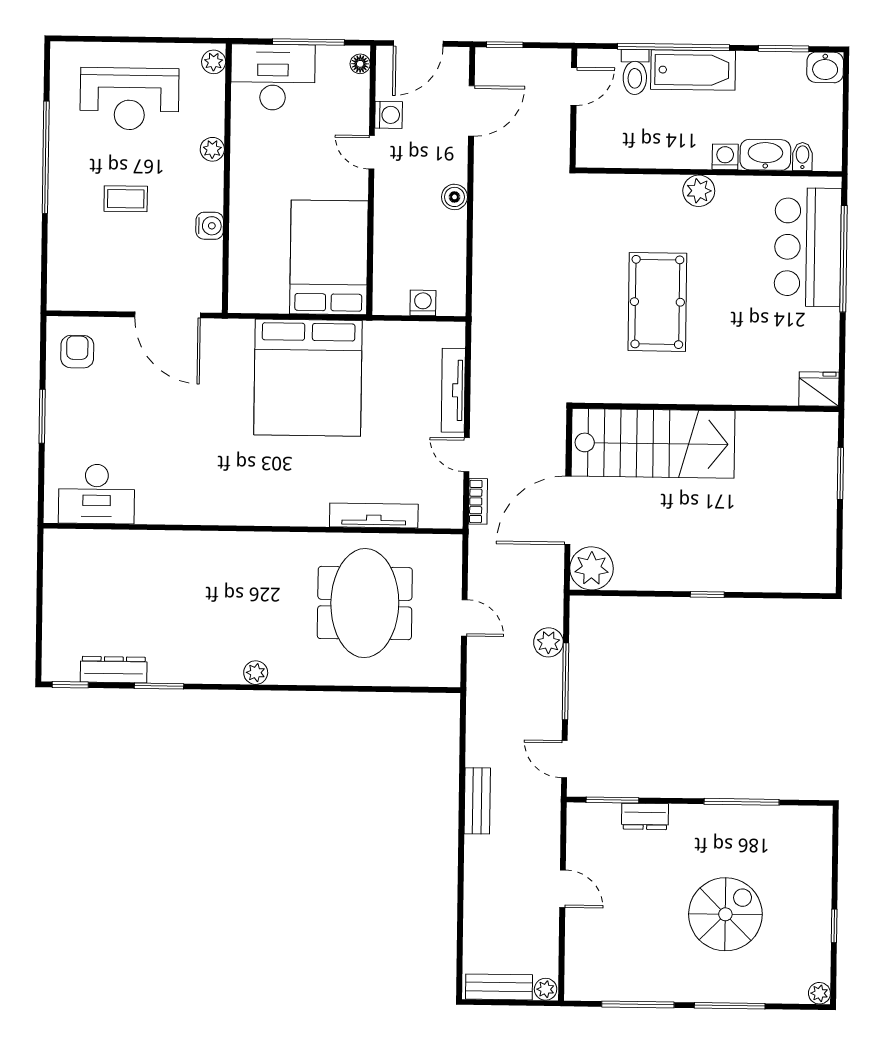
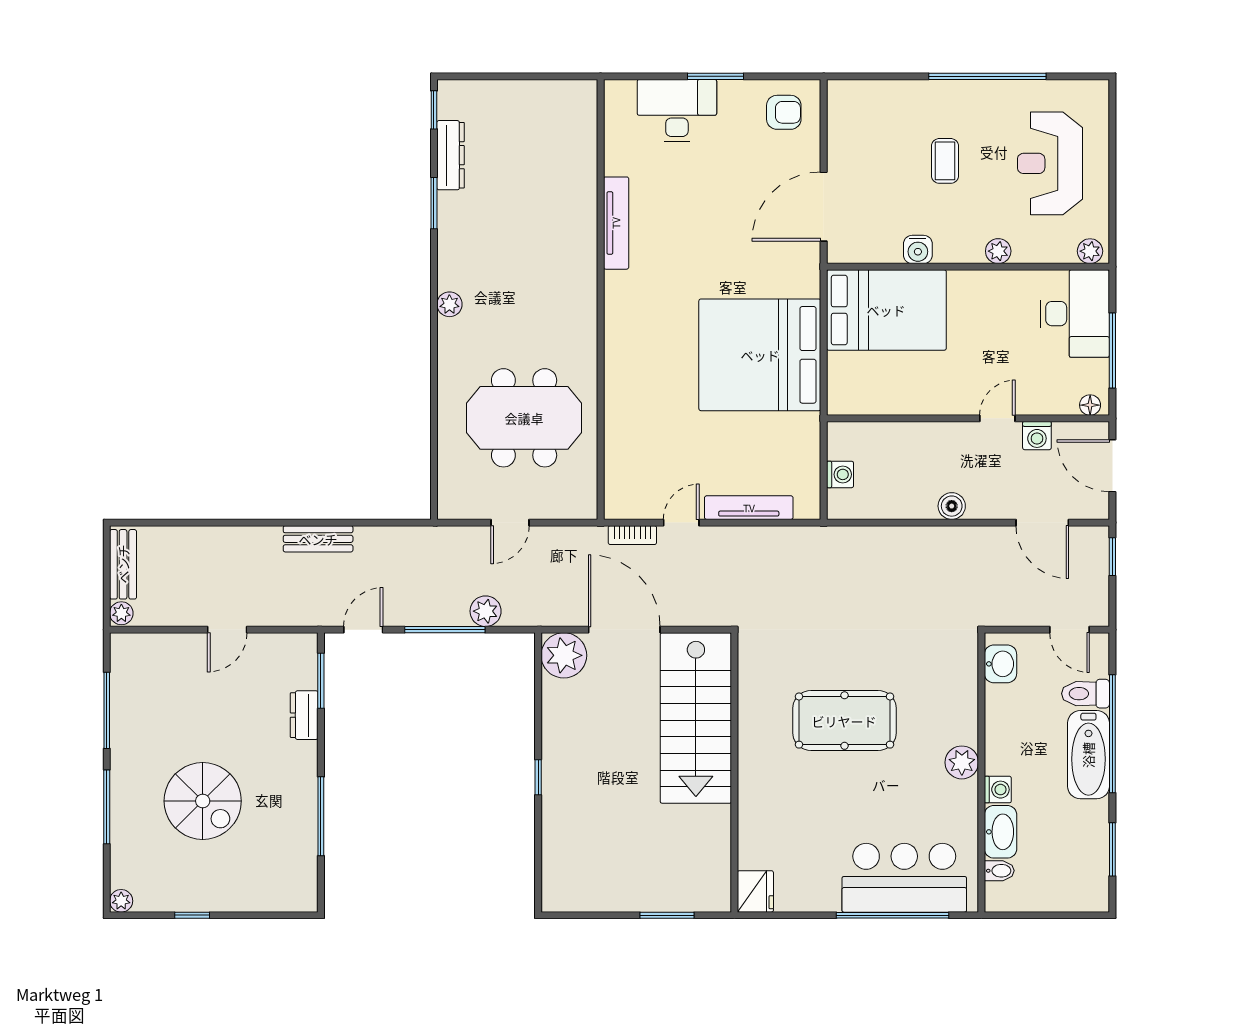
washbasin: (825, 67) -> (1000, 664), moved, turned 180
bed: (329, 257) -> (886, 310), moved
desk: (97, 494) -> (677, 110), moved, turned 90
tv unit: (374, 516) -> (616, 223), moved

